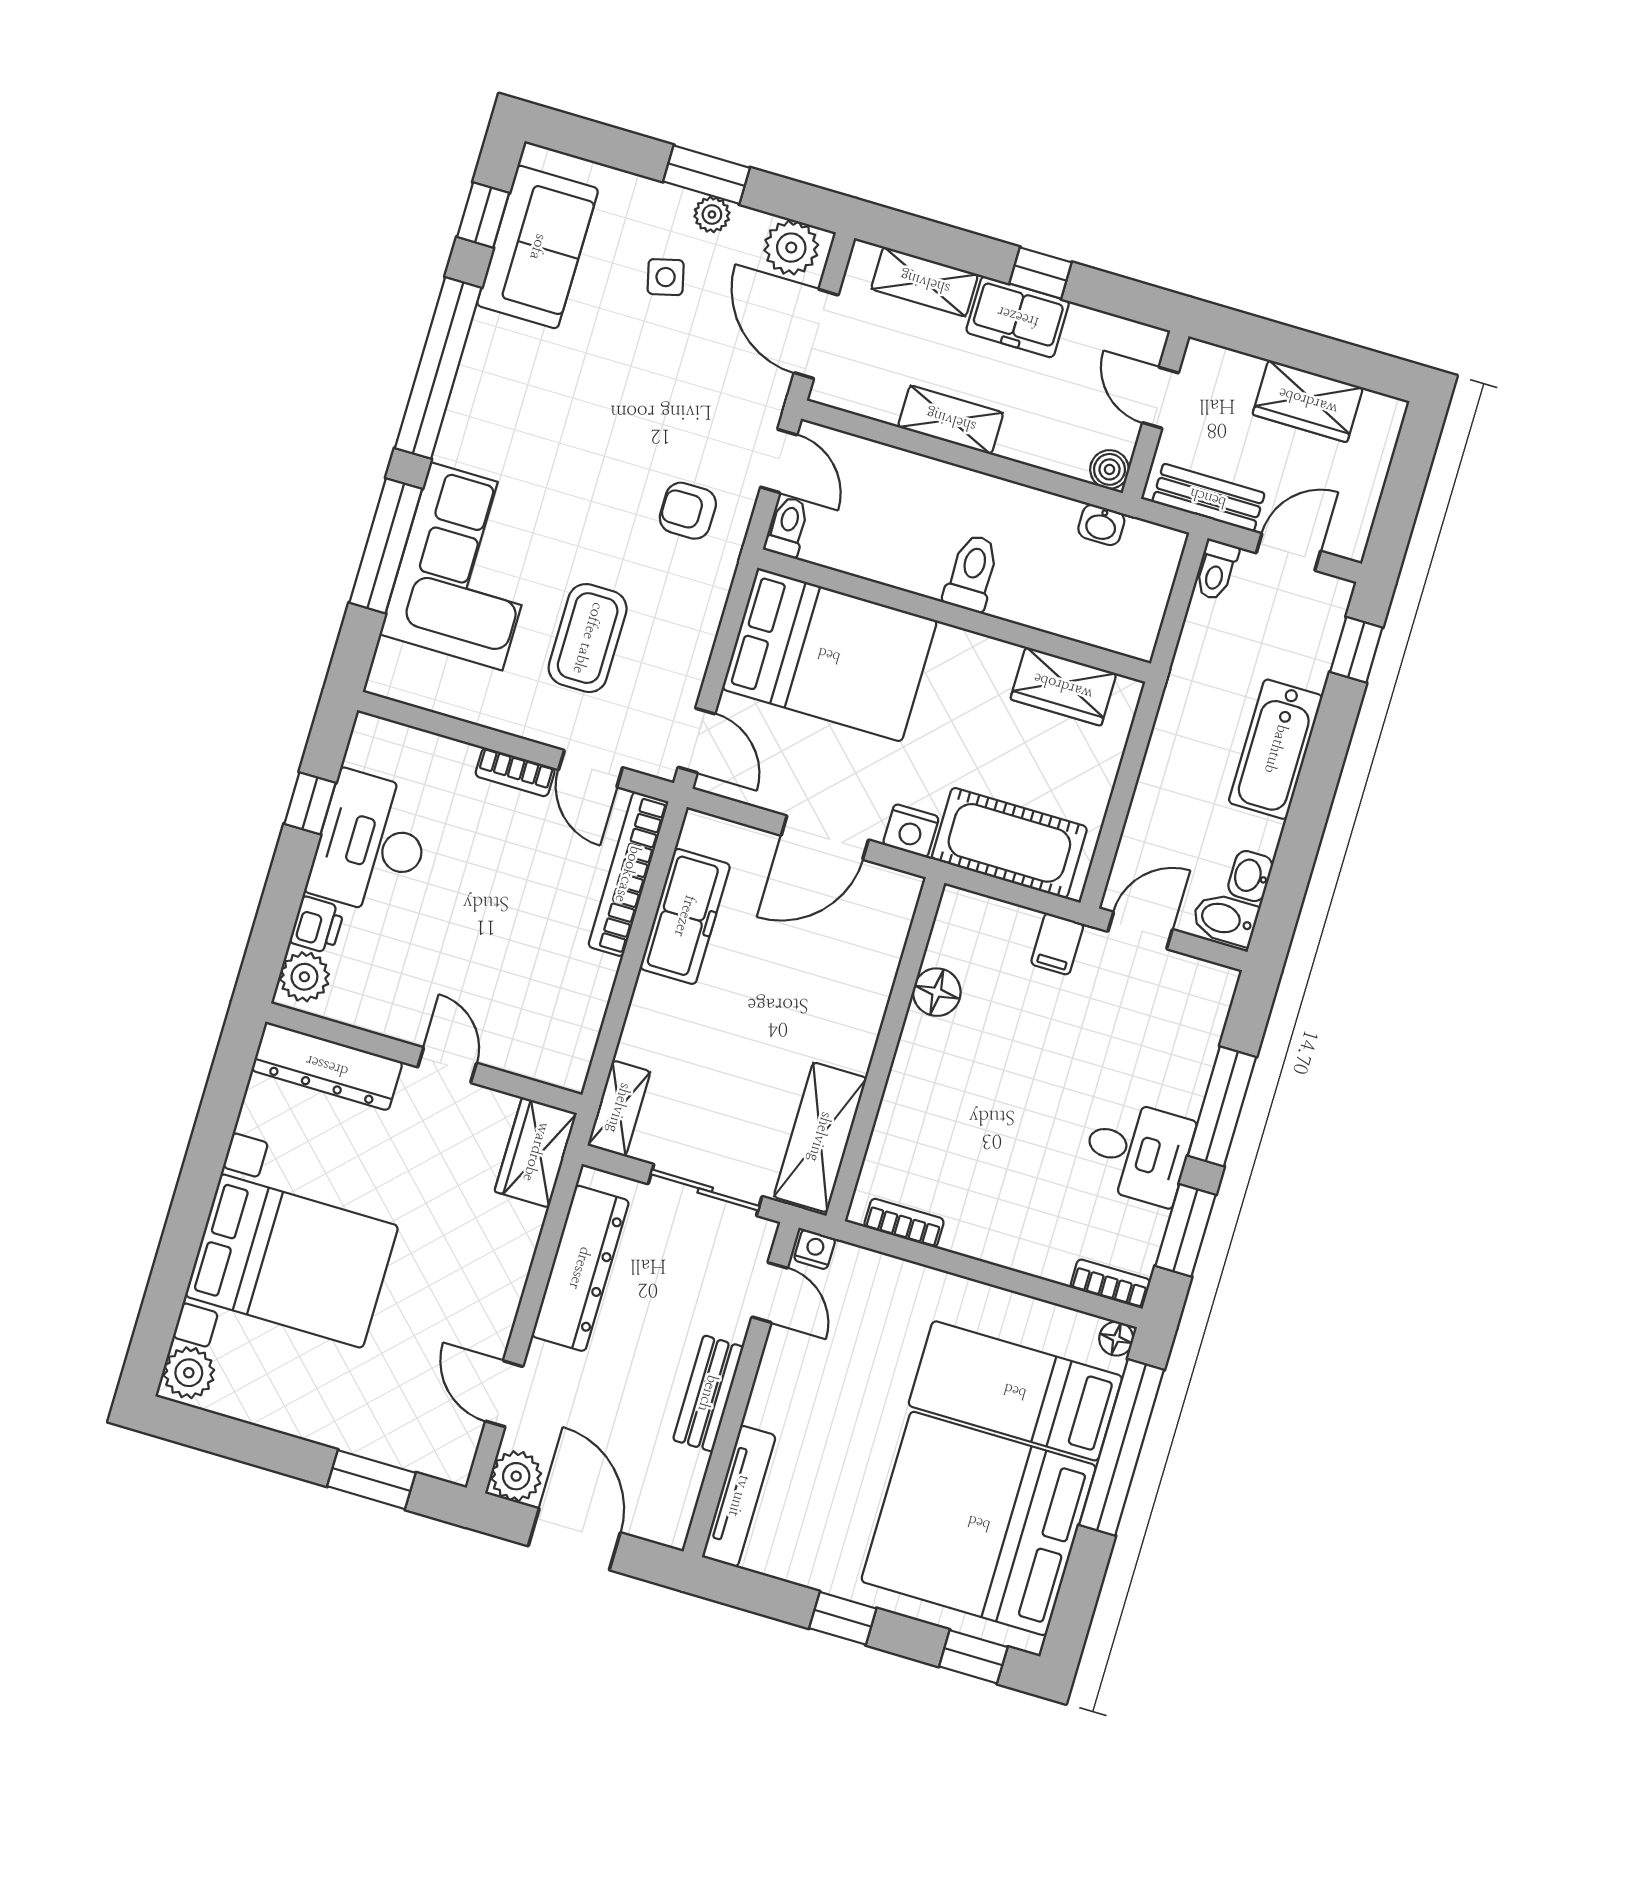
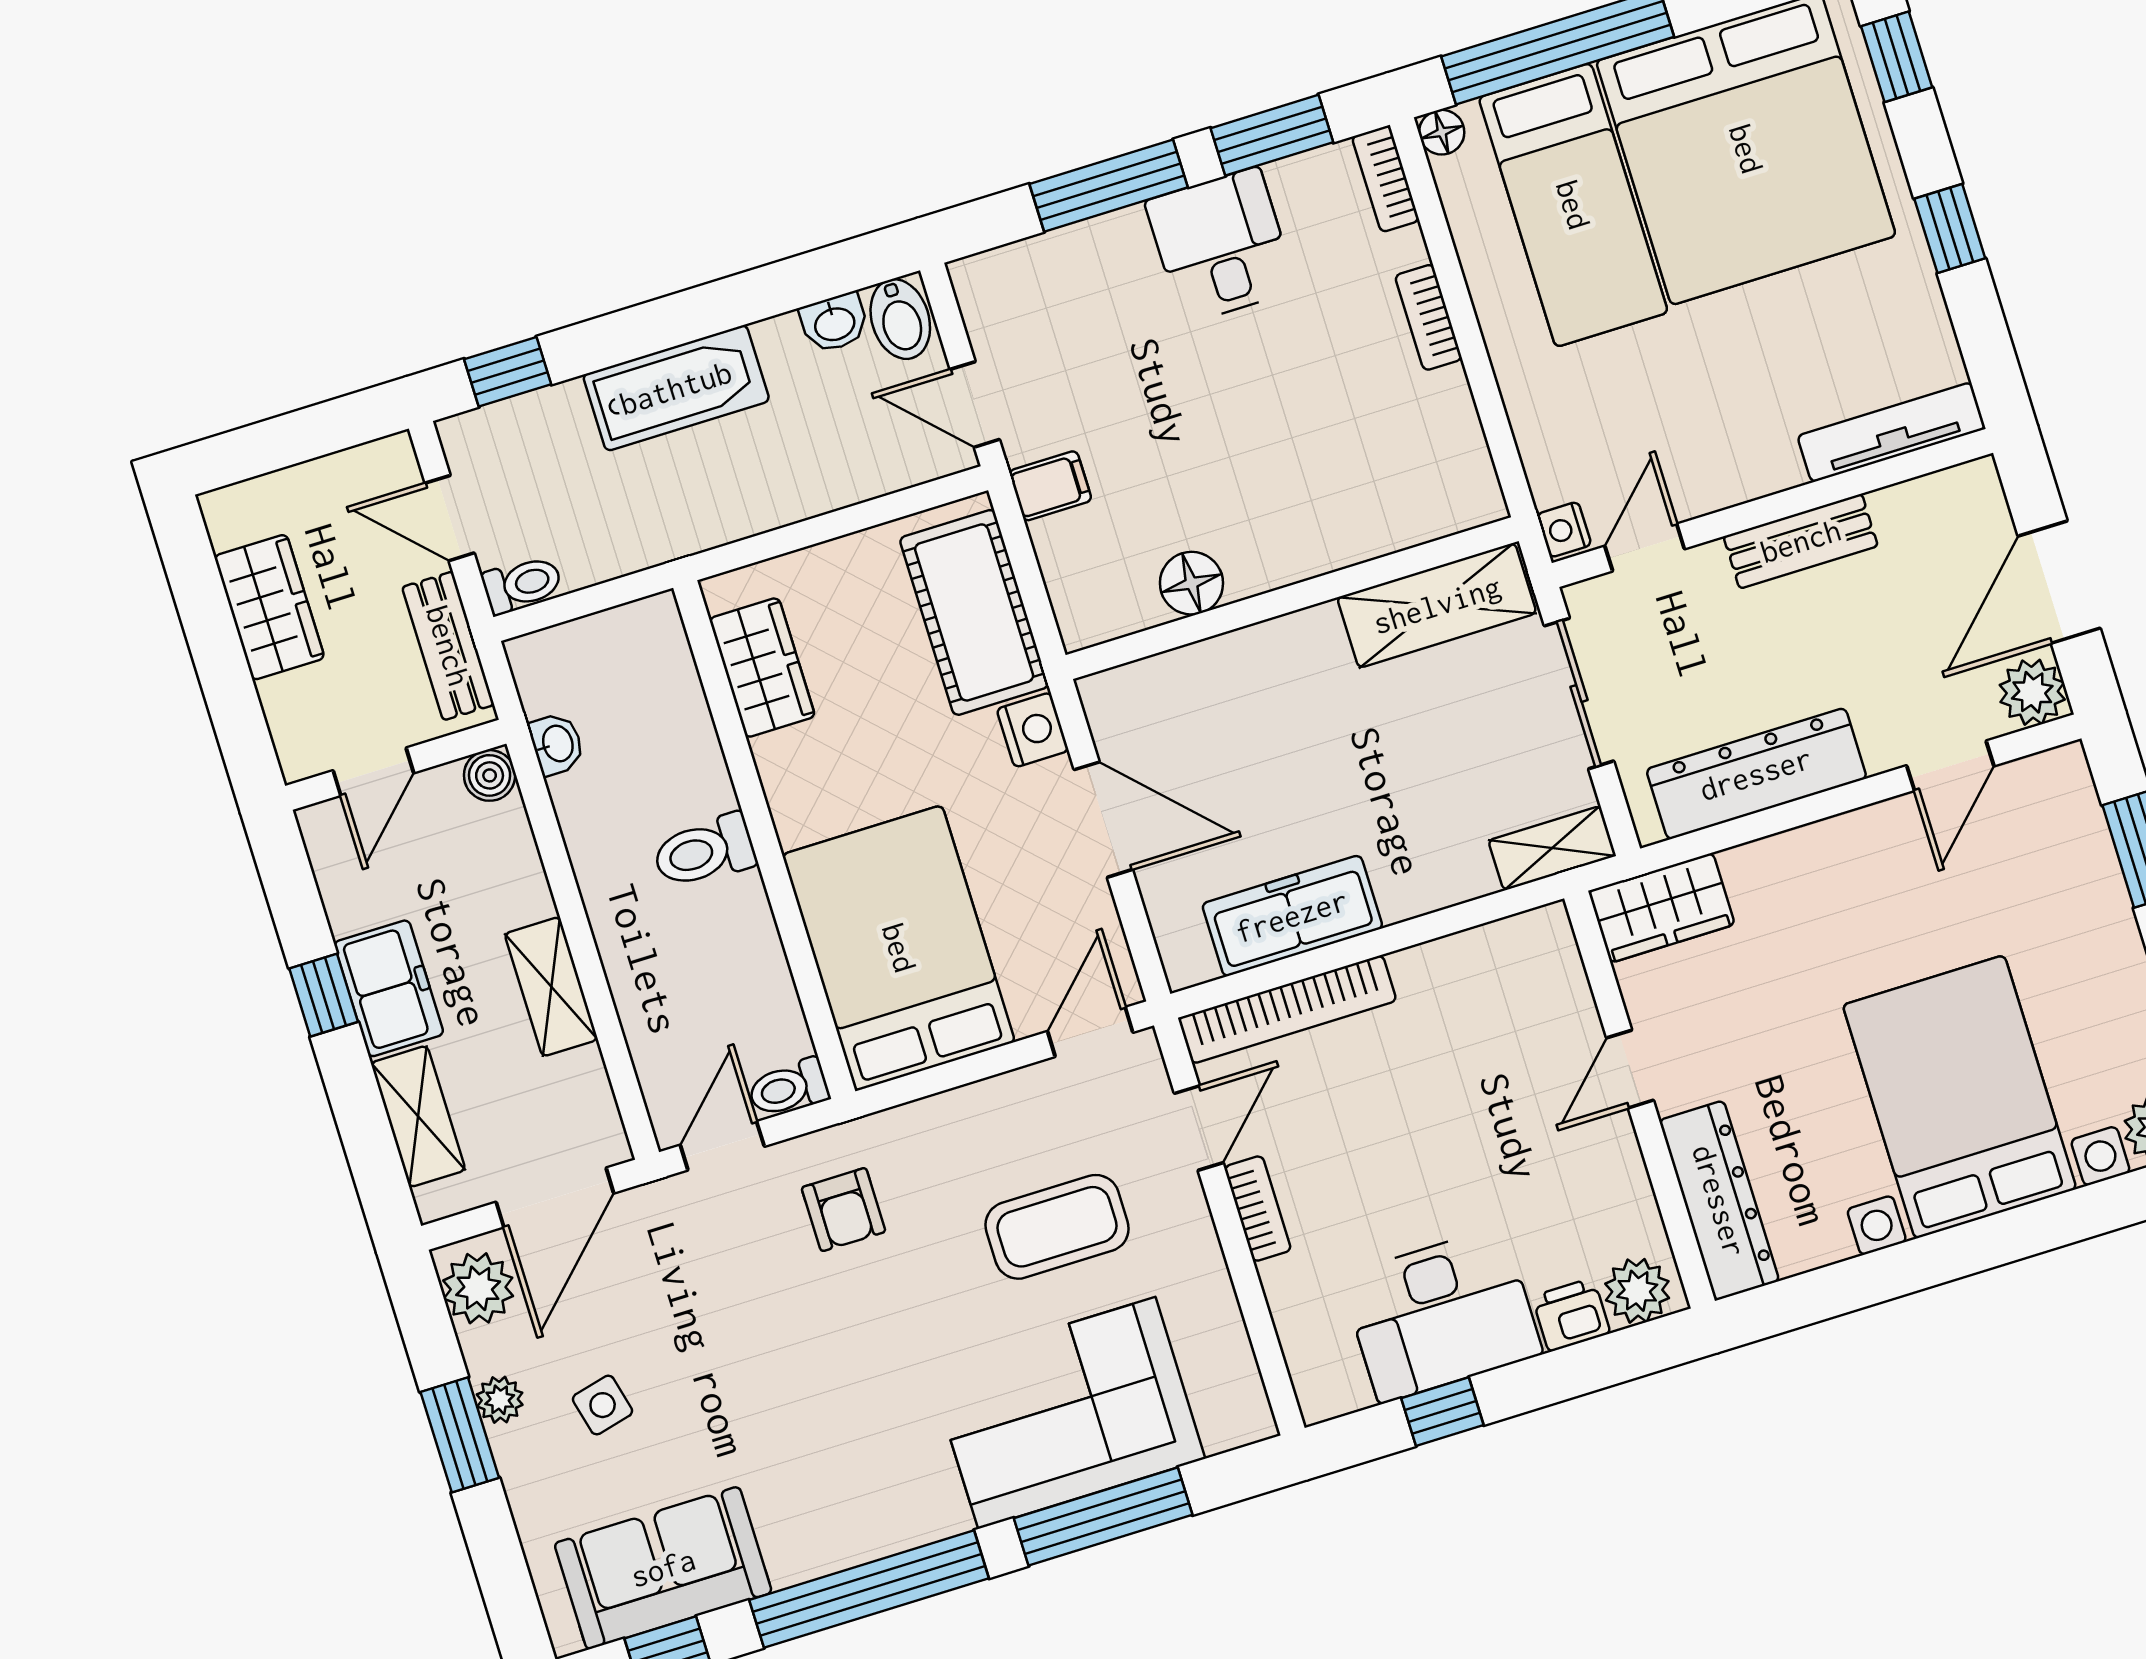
bookcase: (904, 1223) -> (1428, 317), moved

